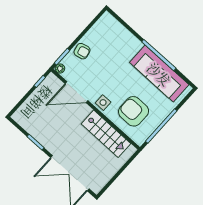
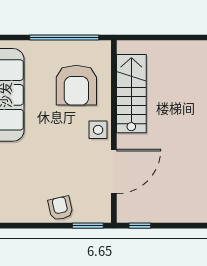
plant: (60, 69) -> (104, 216), removed
door: (77, 92) -> (114, 171), hinge flipped

